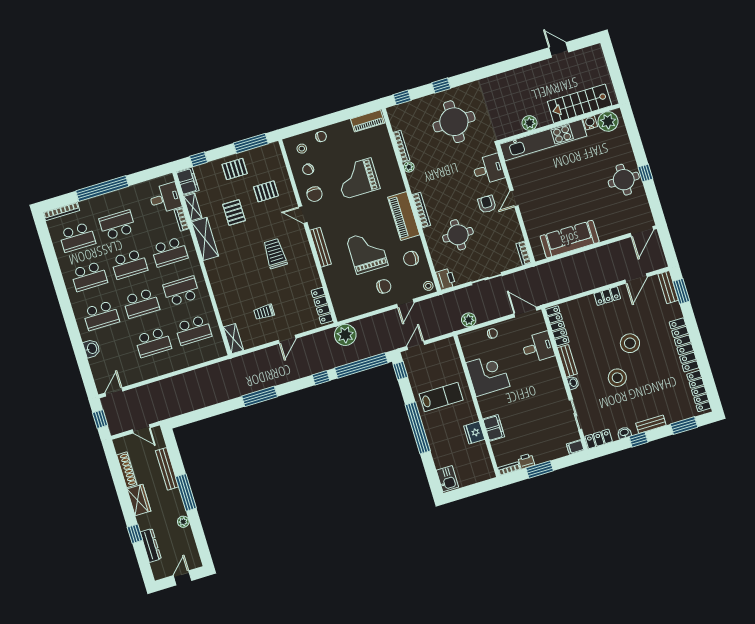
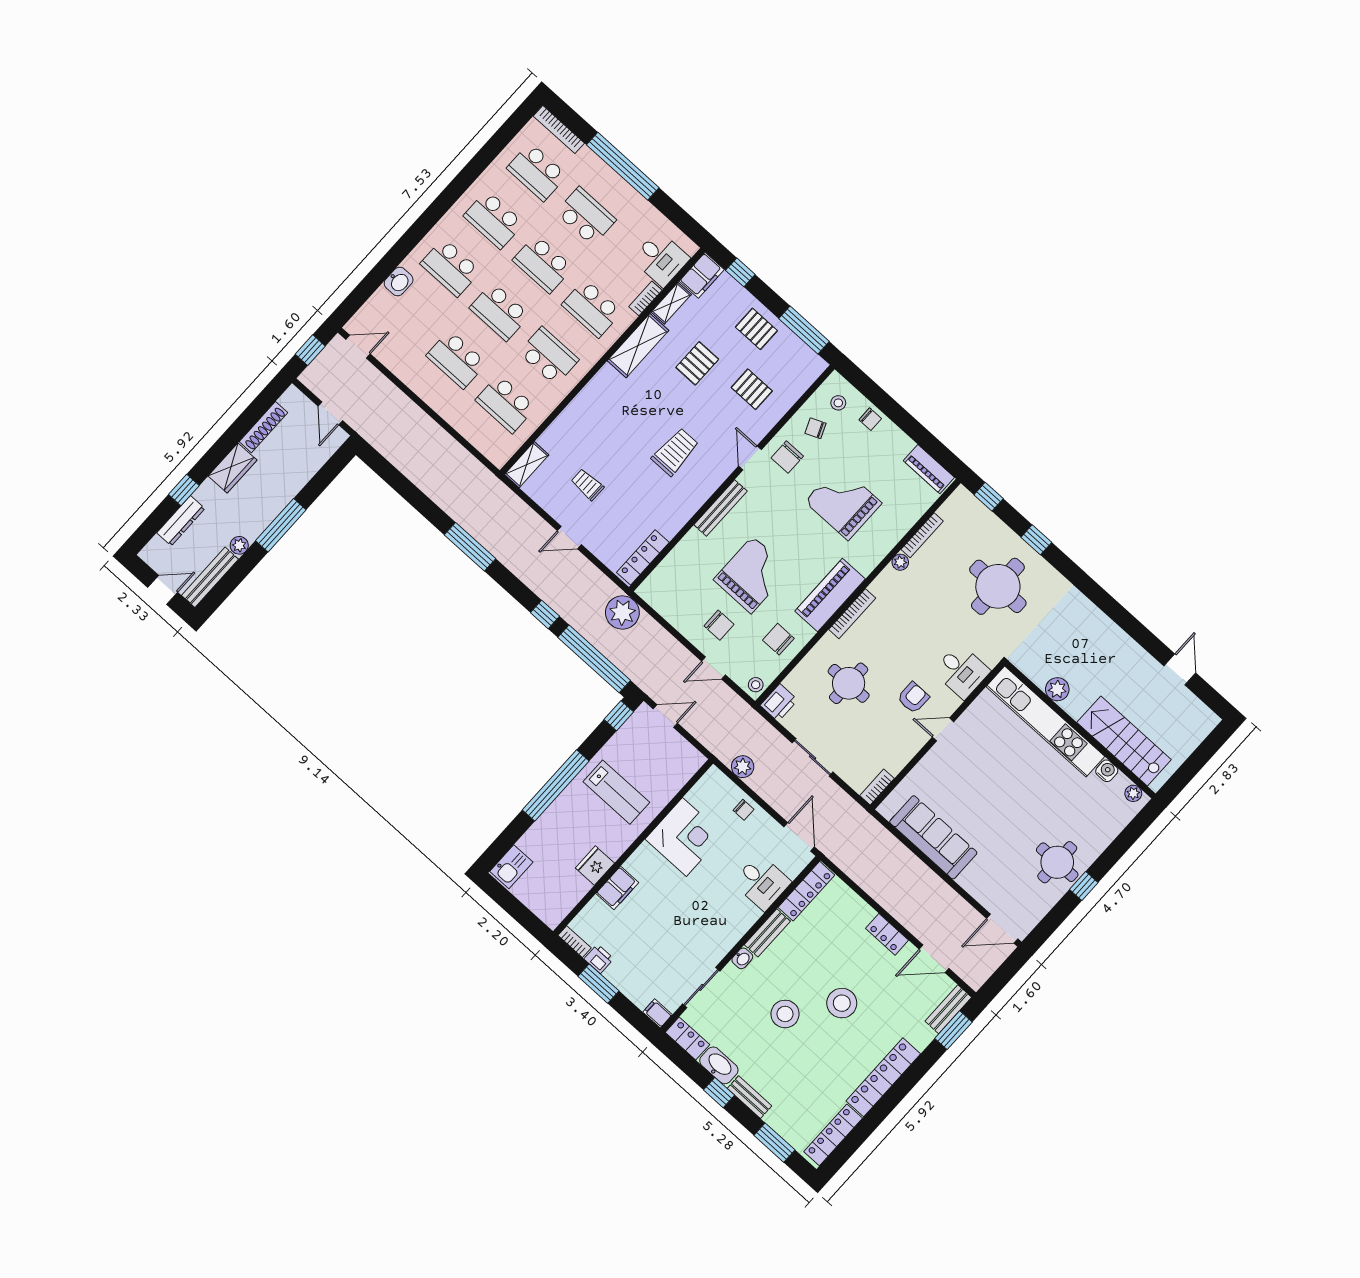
plant: (608, 121) -> (1133, 793), width x0.53, depth x0.53
washbasin: (624, 433) -> (719, 1065), width x1.91, depth x1.45
bench: (167, 469) -> (210, 577), moved

